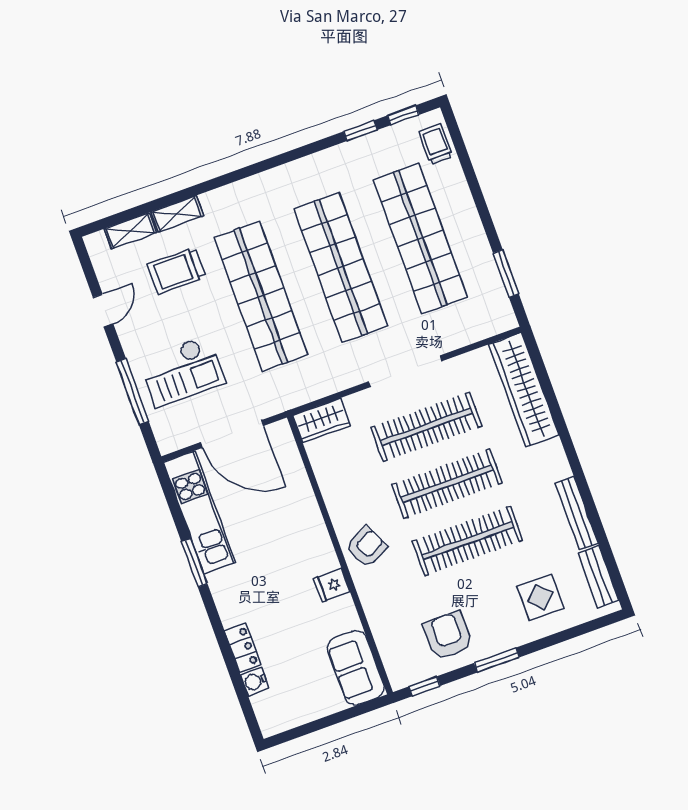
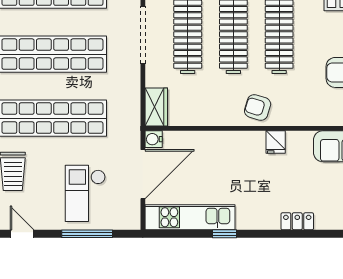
checkout: (182, 371) -> (85, 193), turned 180
armchair: (367, 547) -> (258, 107), turned -46
window: (194, 563) -> (224, 234), width x0.67
water cooler: (255, 682) -> (154, 139), moved, turned 90

